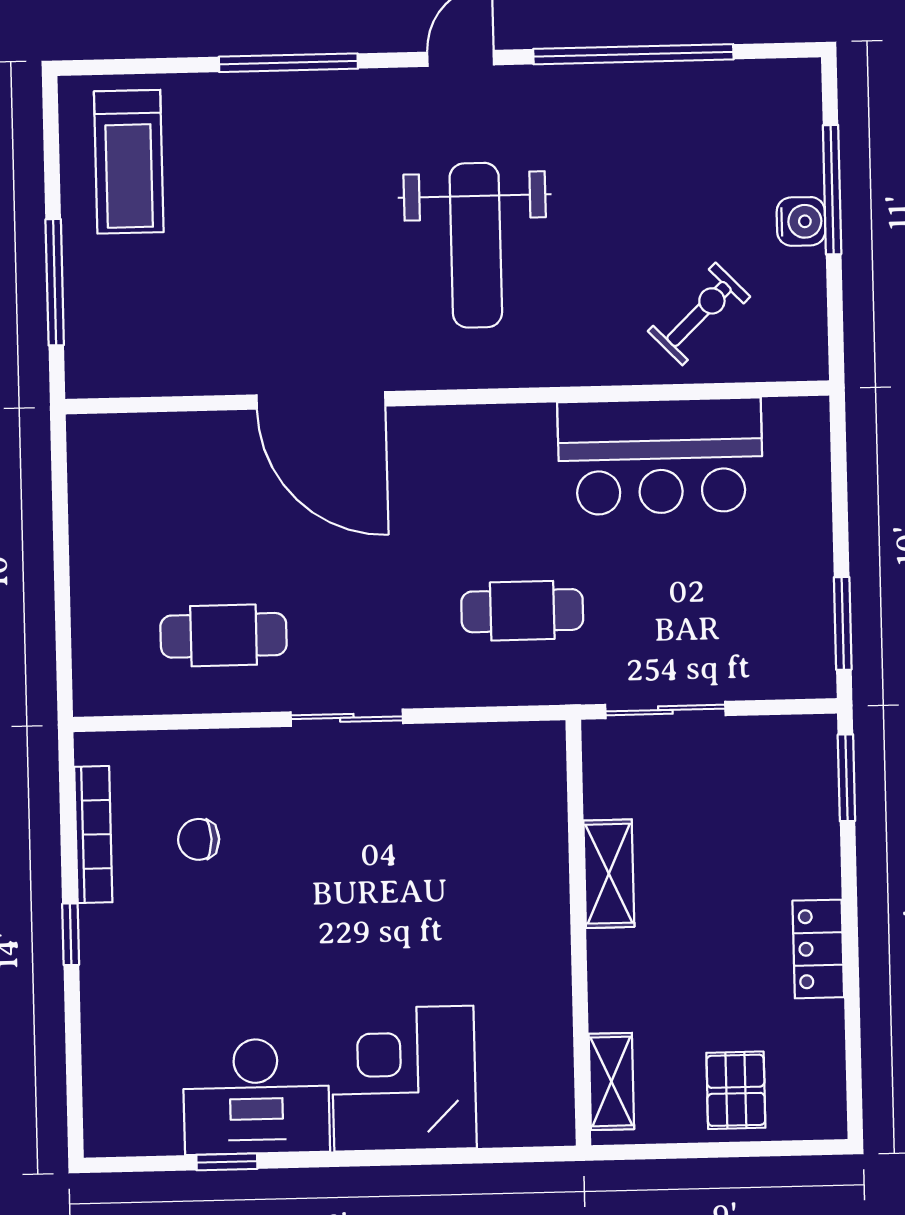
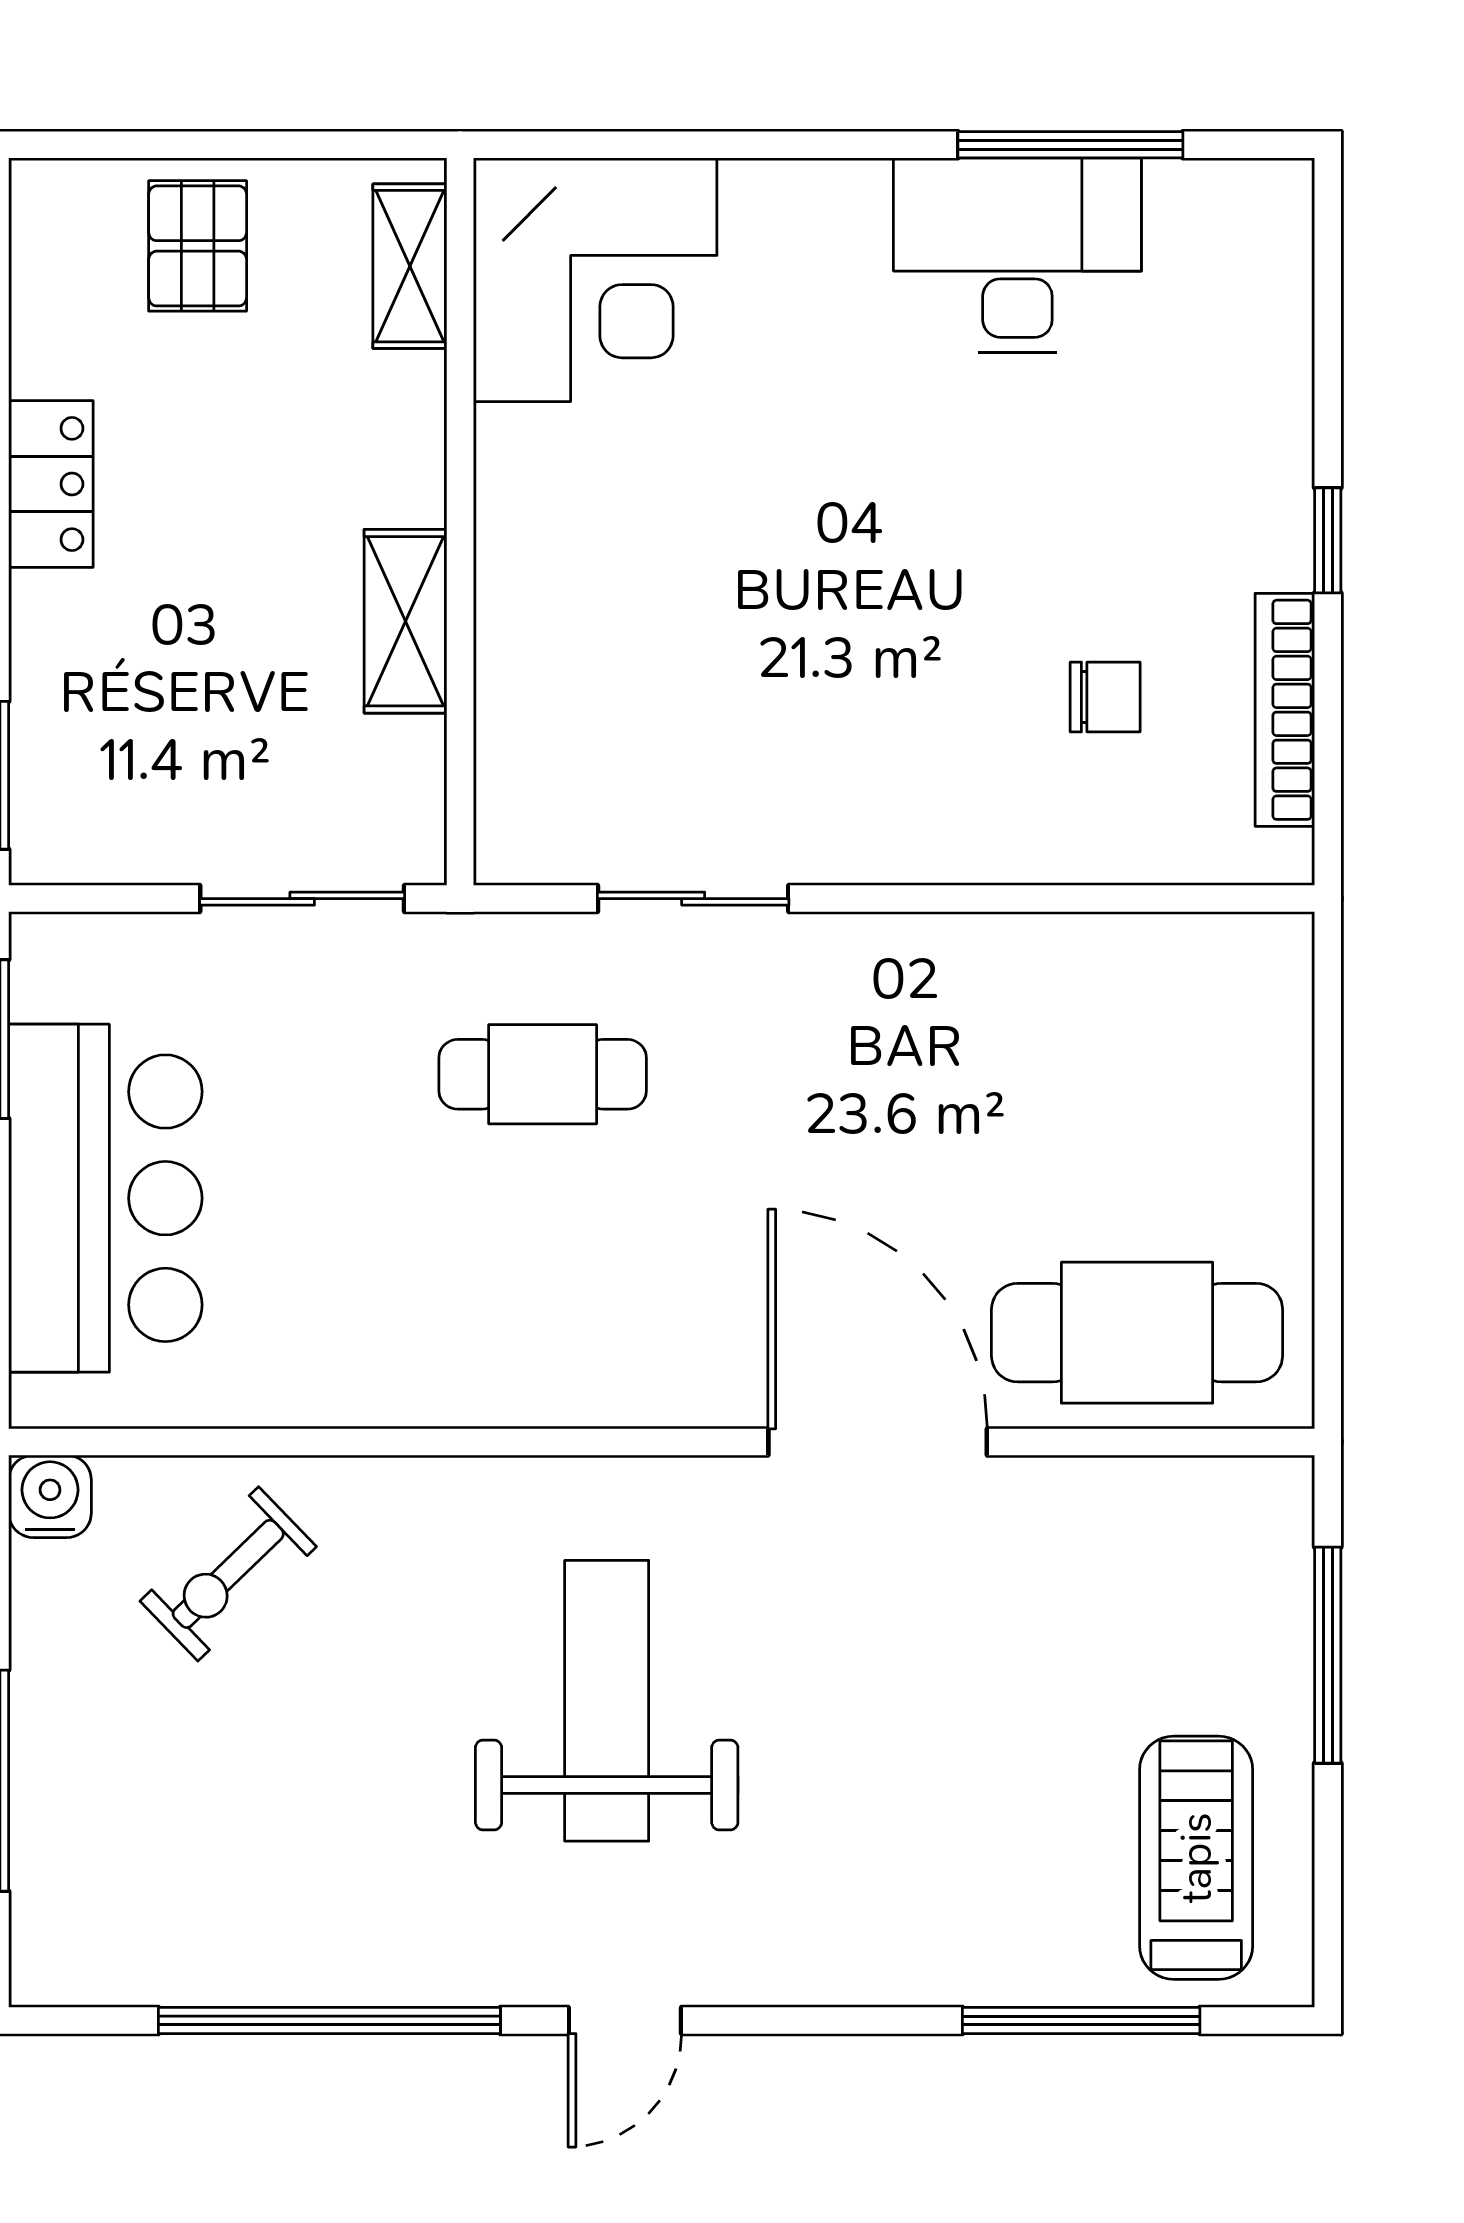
window: (288, 63) -> (1081, 2020), moved
water cooler: (801, 221) -> (50, 1496), moved, turned 90
bar counter: (660, 456) -> (105, 1198), moved, turned 90
cafe table: (224, 635) -> (1137, 1333), moved, width x1.37, depth x1.35
sliding door: (347, 718) -> (693, 899), moved
corner desk: (404, 1079) -> (595, 280), moved
window: (227, 1162) -> (1070, 145), width x2.17

